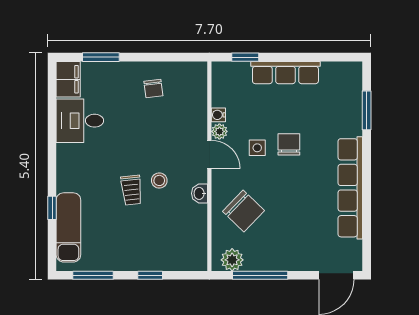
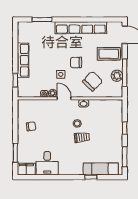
chair: (289, 144) -> (76, 62), moved
door: (209, 154) -> (64, 98), hinge flipped
coffee table: (298, 244) -> (109, 54), added
plant: (232, 260) -> (117, 76), moved

